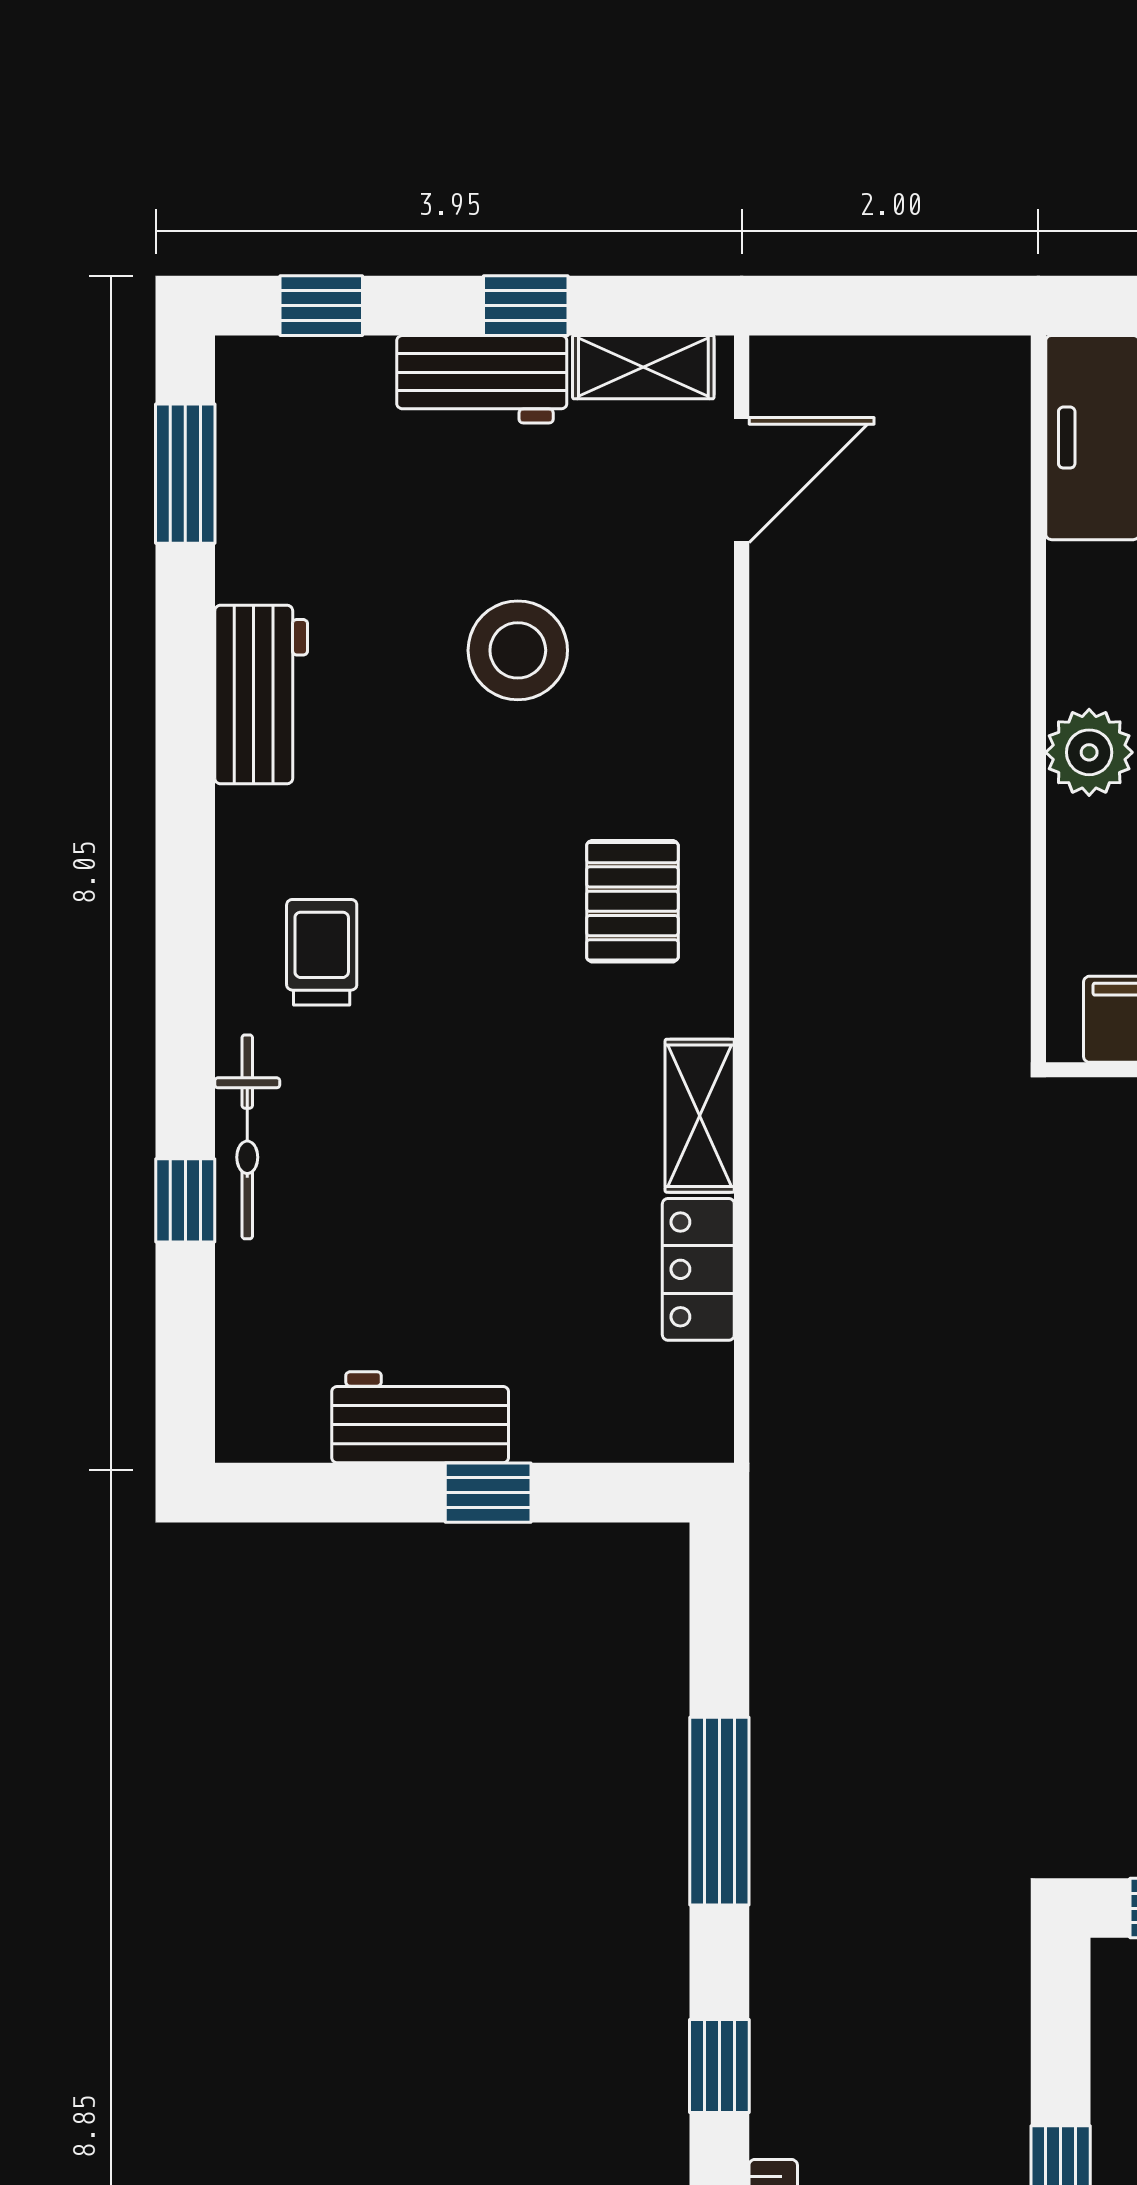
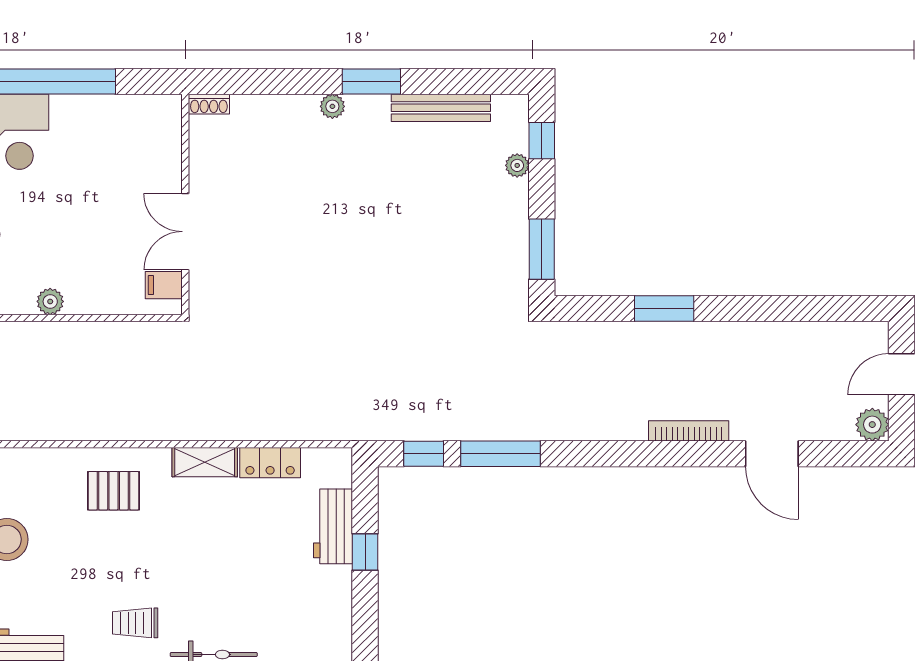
plant: (1089, 752) -> (50, 301), width x0.73, depth x0.73
workbench: (420, 1417) -> (333, 526), moved
window: (719, 2066) -> (424, 454), moved

